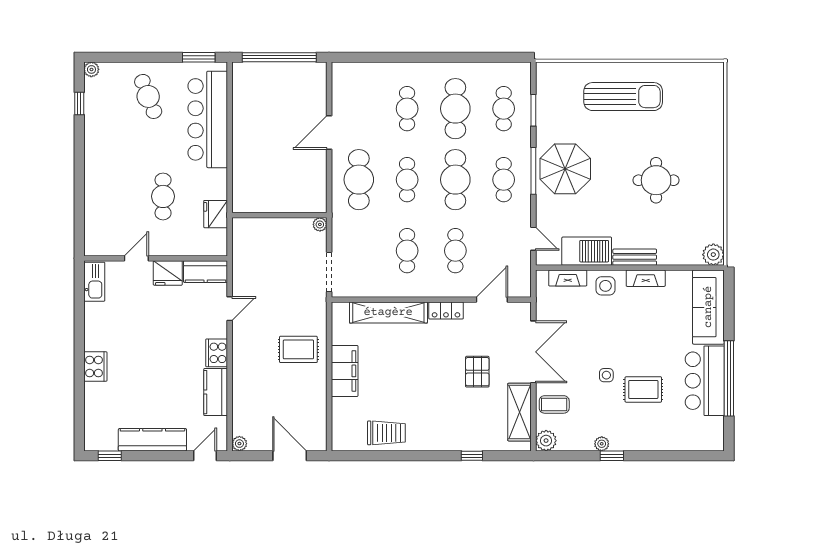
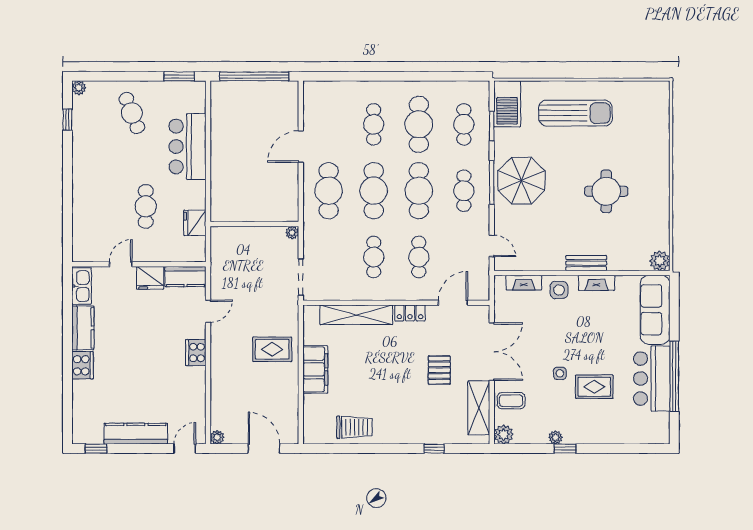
bar counter: (208, 119) -> (188, 147), width x0.73
cafe table: (407, 180) -> (374, 191), width x1.37, depth x1.35
barbecue: (587, 251) -> (507, 104), moved, turned 90
kitchen counter: (216, 392) -> (83, 328), moved, turned 180

